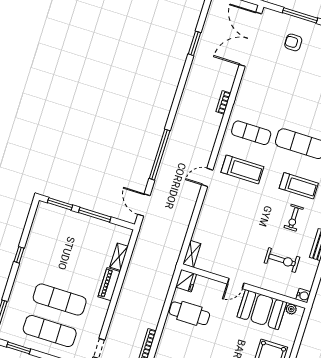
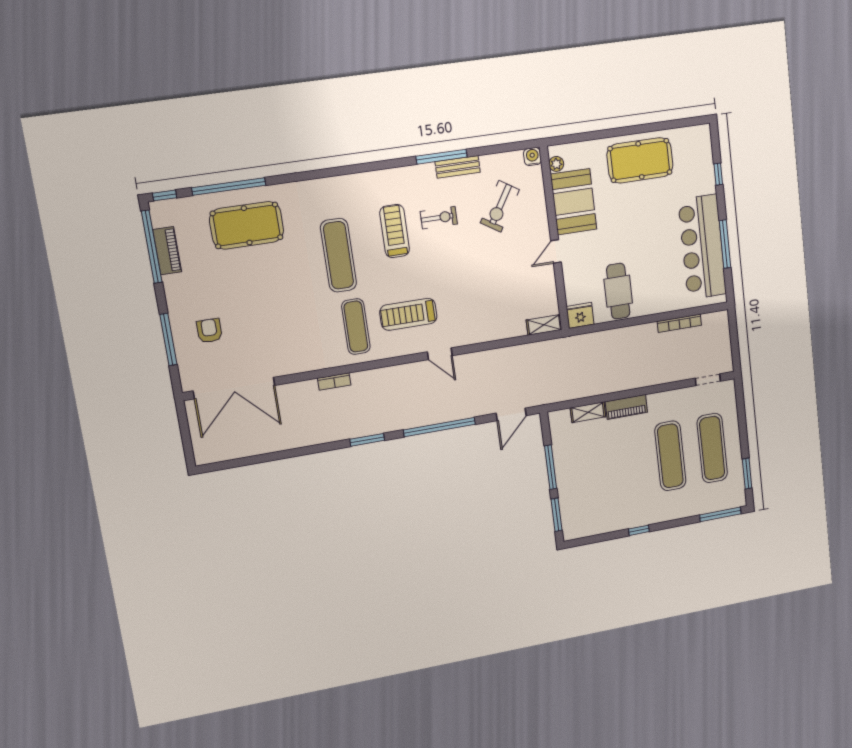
armchair: (293, 42) -> (209, 331), turned 180
window: (195, 43) -> (367, 440), moved
treadmill: (242, 169) -> (408, 314), turned -90
exercise bike: (282, 260) -> (500, 206), turned -148
door: (236, 283) -> (556, 251), swing flipped

